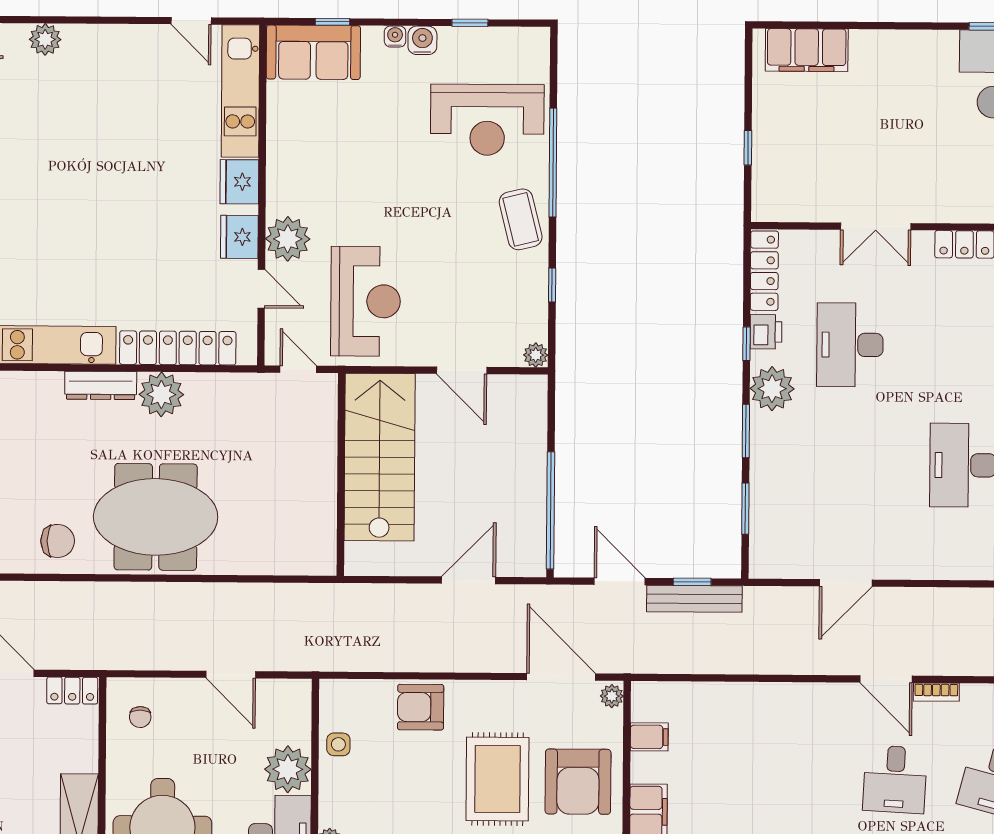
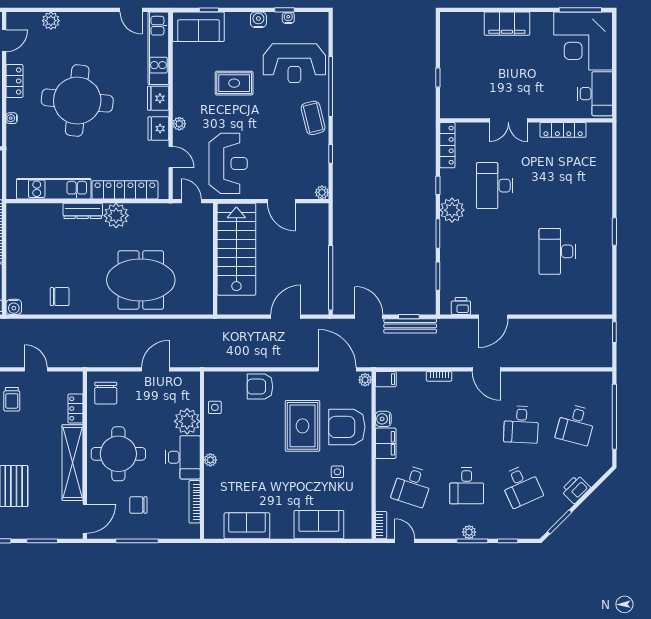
water cooler: (395, 36) -> (288, 18), moved
filing cabinet: (807, 50) -> (507, 24), moved
rug: (377, 155) -> (234, 83), added
round table: (92, 185) -> (77, 101), added
plant: (288, 239) -> (179, 124), width x0.53, depth x0.53
printer: (766, 332) -> (461, 306), moved, turned -90
meeting table: (156, 517) -> (141, 280), moved
door: (231, 675) -> (155, 369), swing flipped
door: (886, 679) -> (487, 369), moved
locker: (72, 691) -> (76, 409), moved, turned 90
bookcase: (936, 692) -> (439, 376), moved
chair: (140, 717) -> (106, 393), width x1.87, depth x1.87
filing cabinet: (649, 737) -> (386, 379), moved
water cooler: (644, 767) -> (383, 419), added
armchair: (578, 782) -> (347, 427), turned 90

